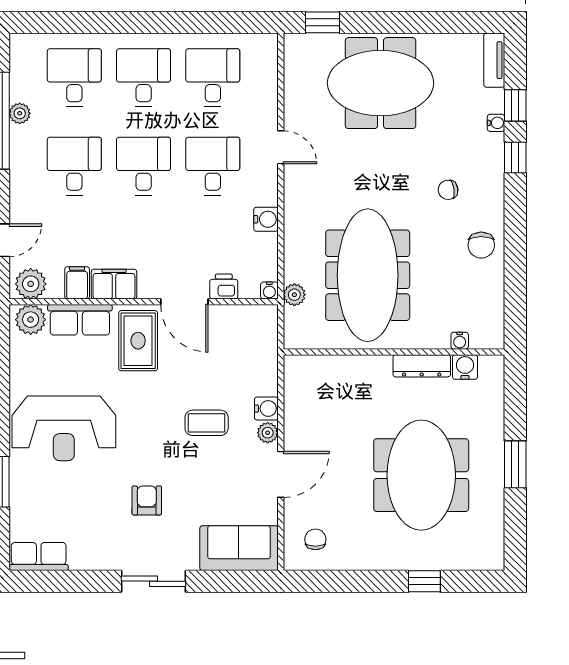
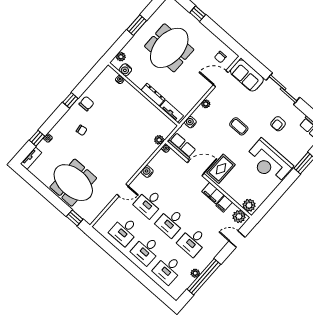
door: (281, 147) -> (122, 190), swing flipped
window: (515, 157) -> (70, 100), moved
meeting table: (368, 275) -> (131, 126), removed
printer: (224, 287) -> (179, 162), removed
door: (184, 302) -> (196, 168), hinge flipped
row of seats: (80, 320) -> (182, 146), moved
tv unit: (317, 365) -> (172, 111), added
dresser: (422, 366) -> (153, 95), moved
plant: (494, 383) -> (121, 57), added
water cooler: (266, 409) -> (190, 122), moved
coffee table: (207, 423) -> (239, 126), moved
reception desk: (64, 428) -> (269, 162), turned 180
door: (281, 474) -> (221, 79), moved
armchair: (147, 500) -> (278, 124), moved
sliding door: (153, 581) -> (283, 89), width x1.37

